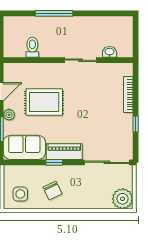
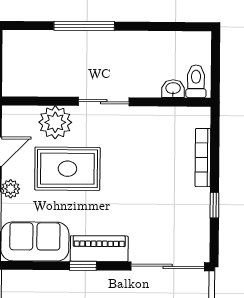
toilet: (32, 47) -> (196, 81), moved
sliding door: (80, 60) -> (104, 102), moved
plant: (36, 73) -> (55, 122), added

